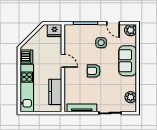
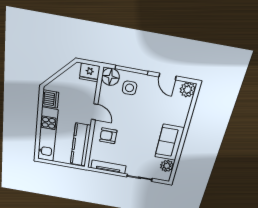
floor lamp: (71, 31) -> (110, 77), added
side table: (101, 43) -> (130, 88), moved
sofa: (128, 61) -> (169, 142), moved
armchair: (94, 71) -> (108, 136), moved
kitchen counter: (55, 92) -> (80, 145), width x1.50

